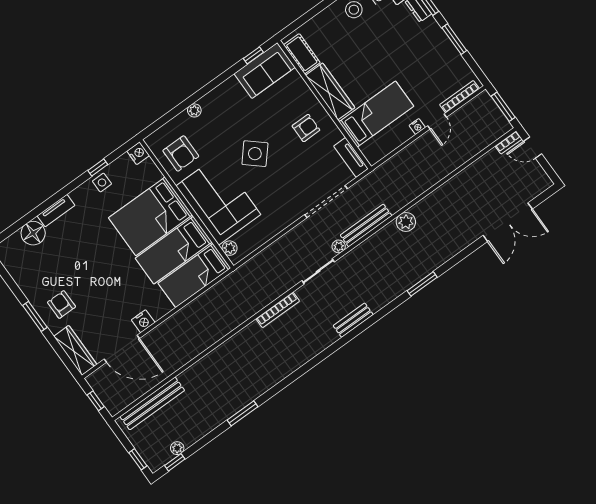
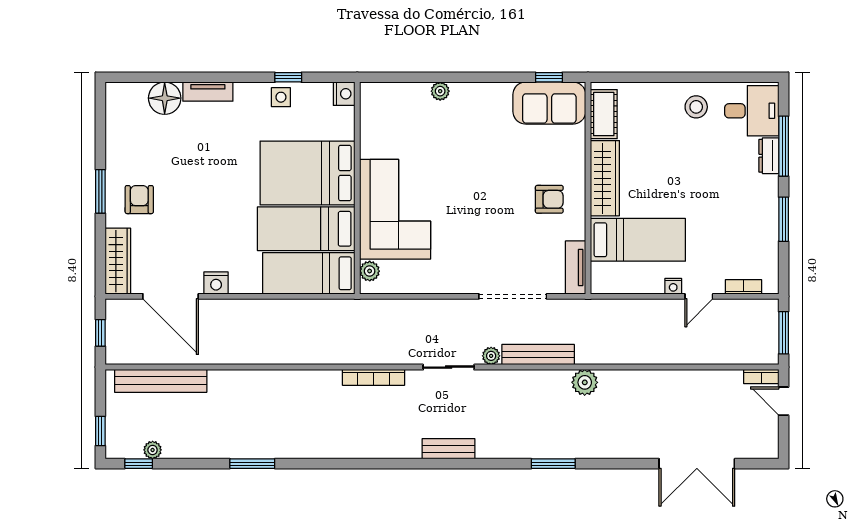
bookcase: (459, 97) -> (744, 287), width x0.64
armchair: (181, 153) -> (391, 128), removed
side table: (255, 154) -> (473, 187), removed

